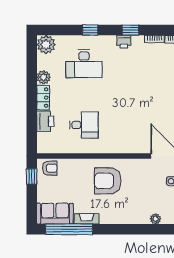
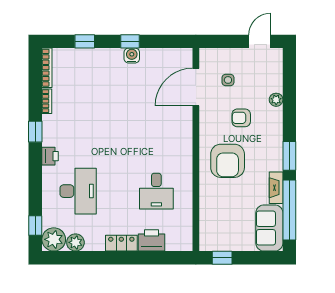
window: (90, 30) -> (35, 226), moved
printer: (124, 42) -> (50, 156), moved
plant: (44, 77) -> (75, 242), moved
desk: (84, 125) -> (156, 191), turned 180
armchair: (50, 168) -> (241, 118), moved, turned -90
window: (112, 229) -> (289, 156), added

